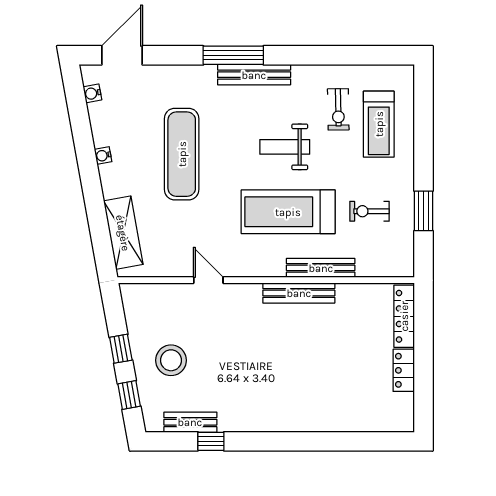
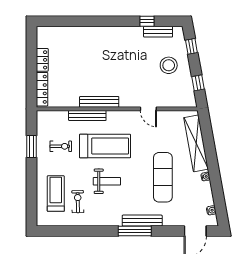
bench: (254, 75) -> (142, 221), moved
shelving: (123, 233) -> (196, 143), width x1.47
window: (121, 349) -> (198, 83), moved

